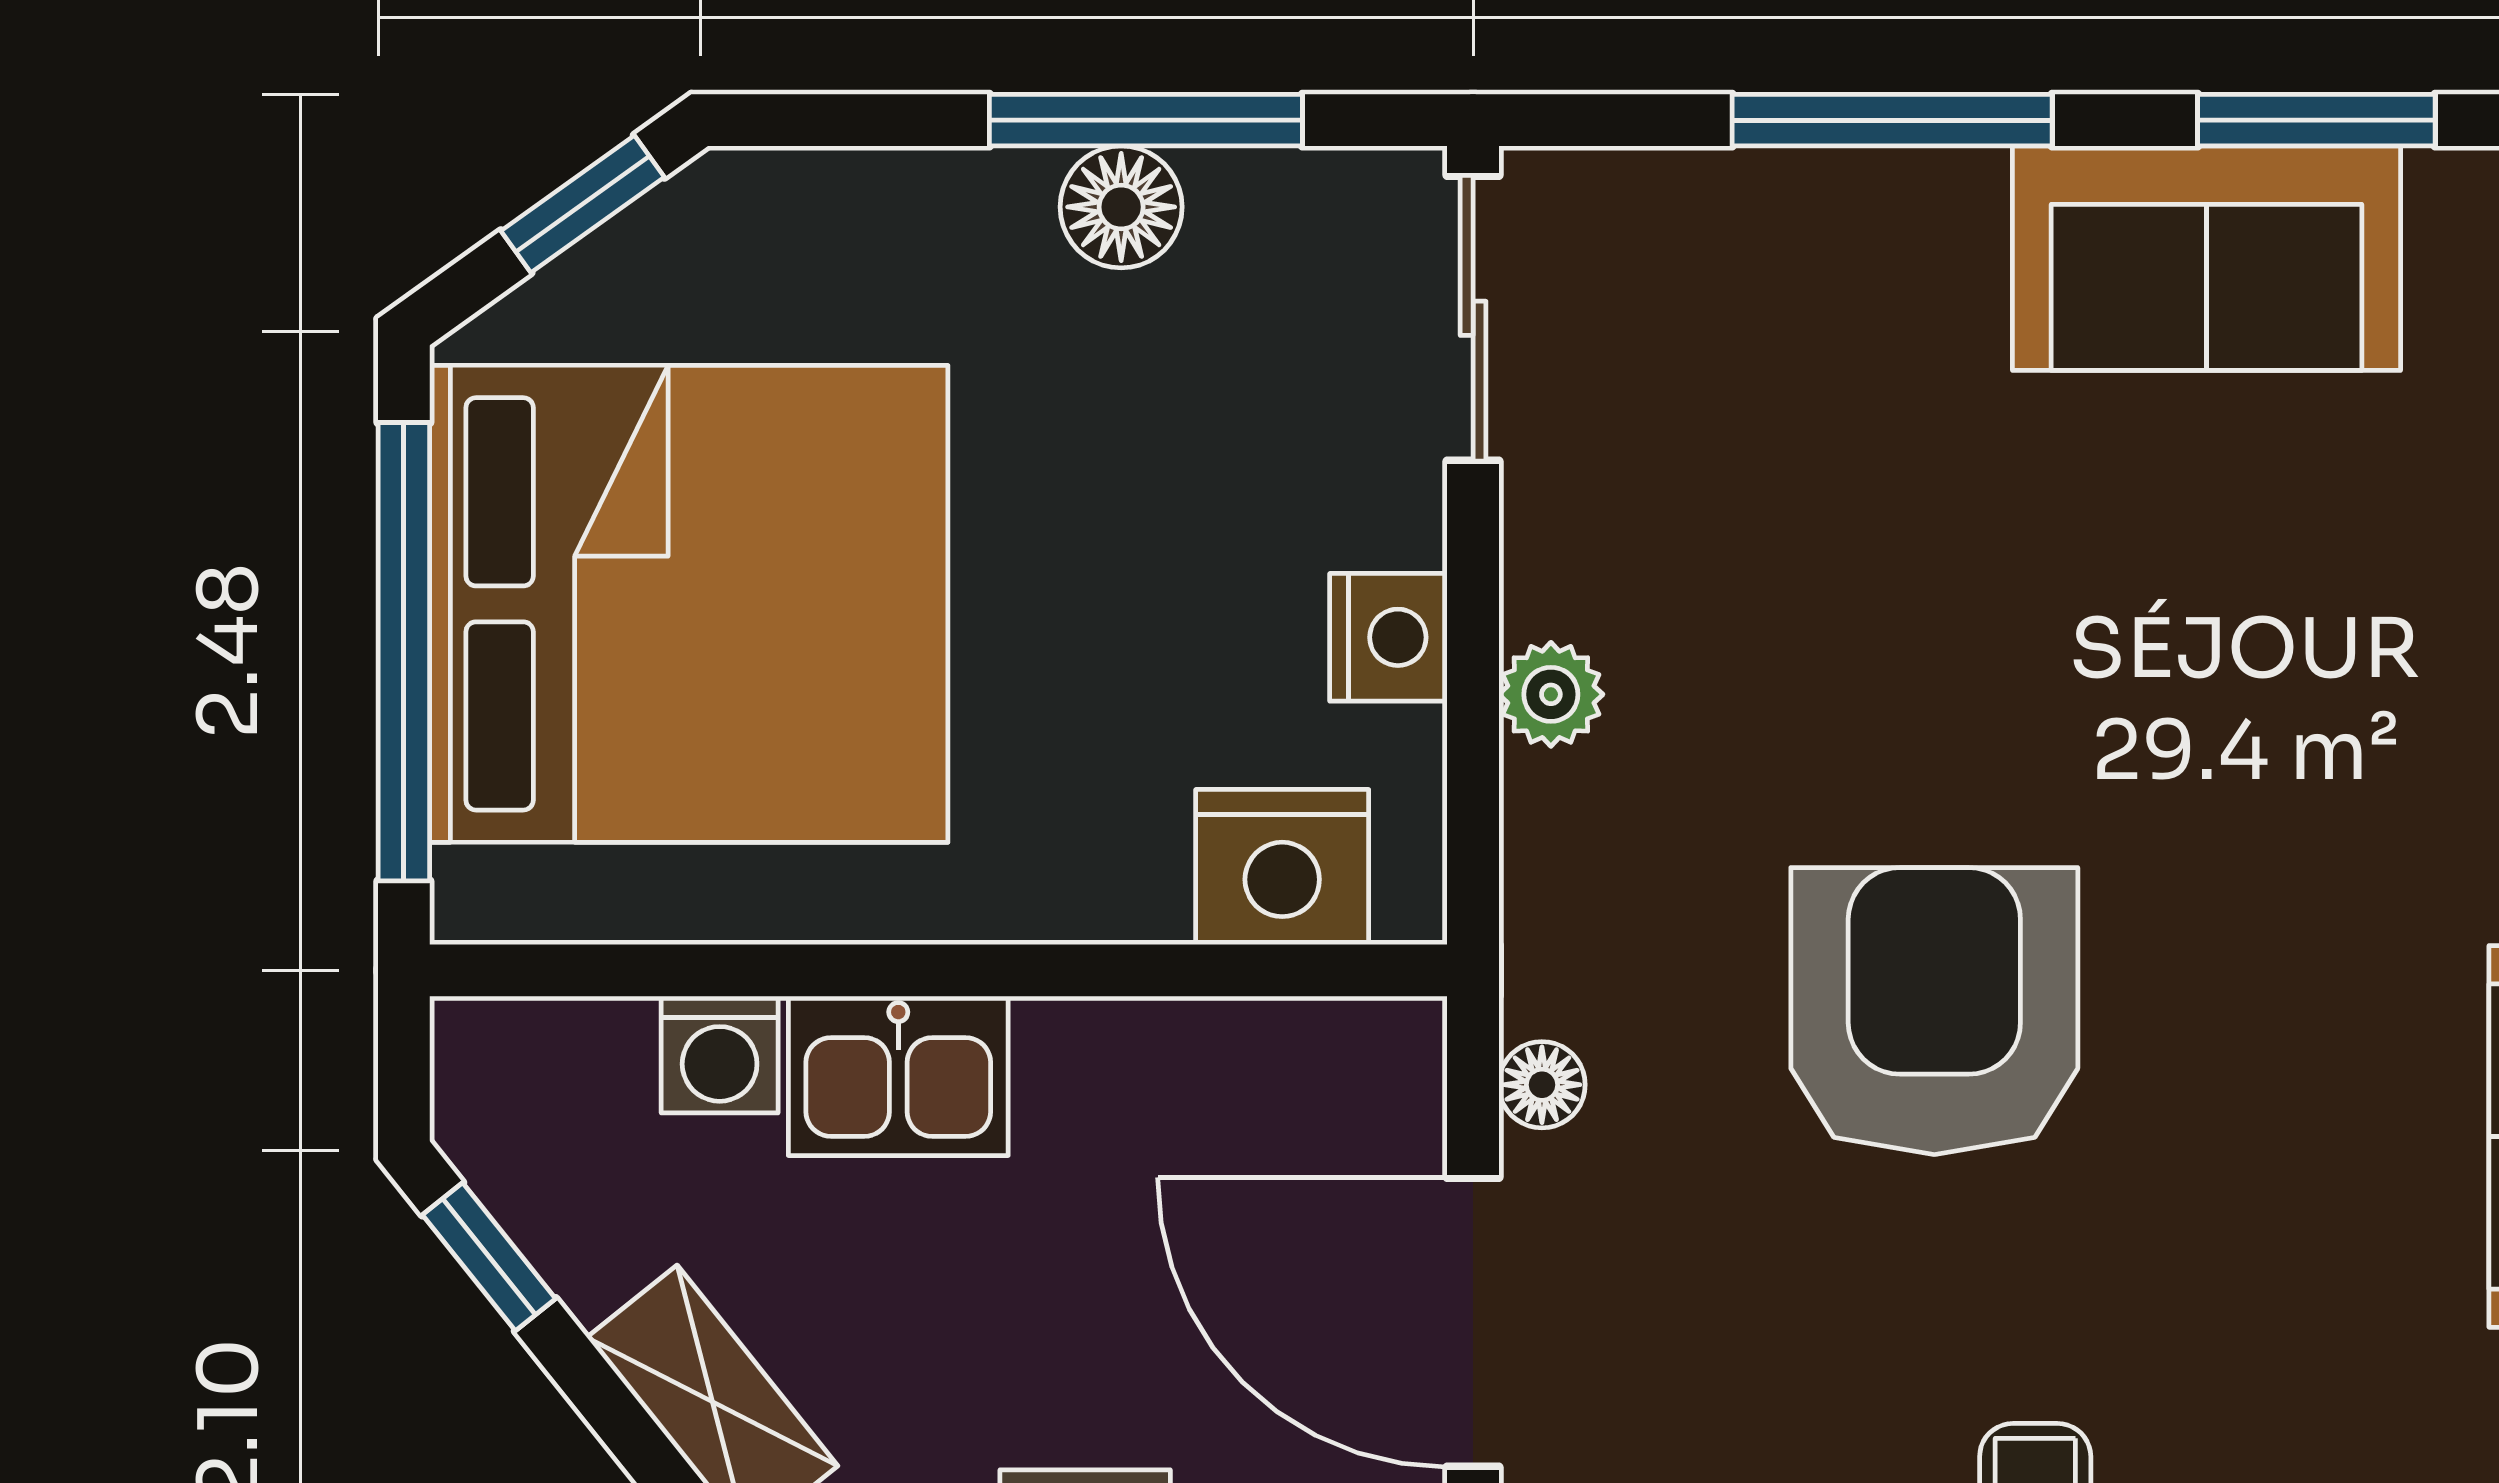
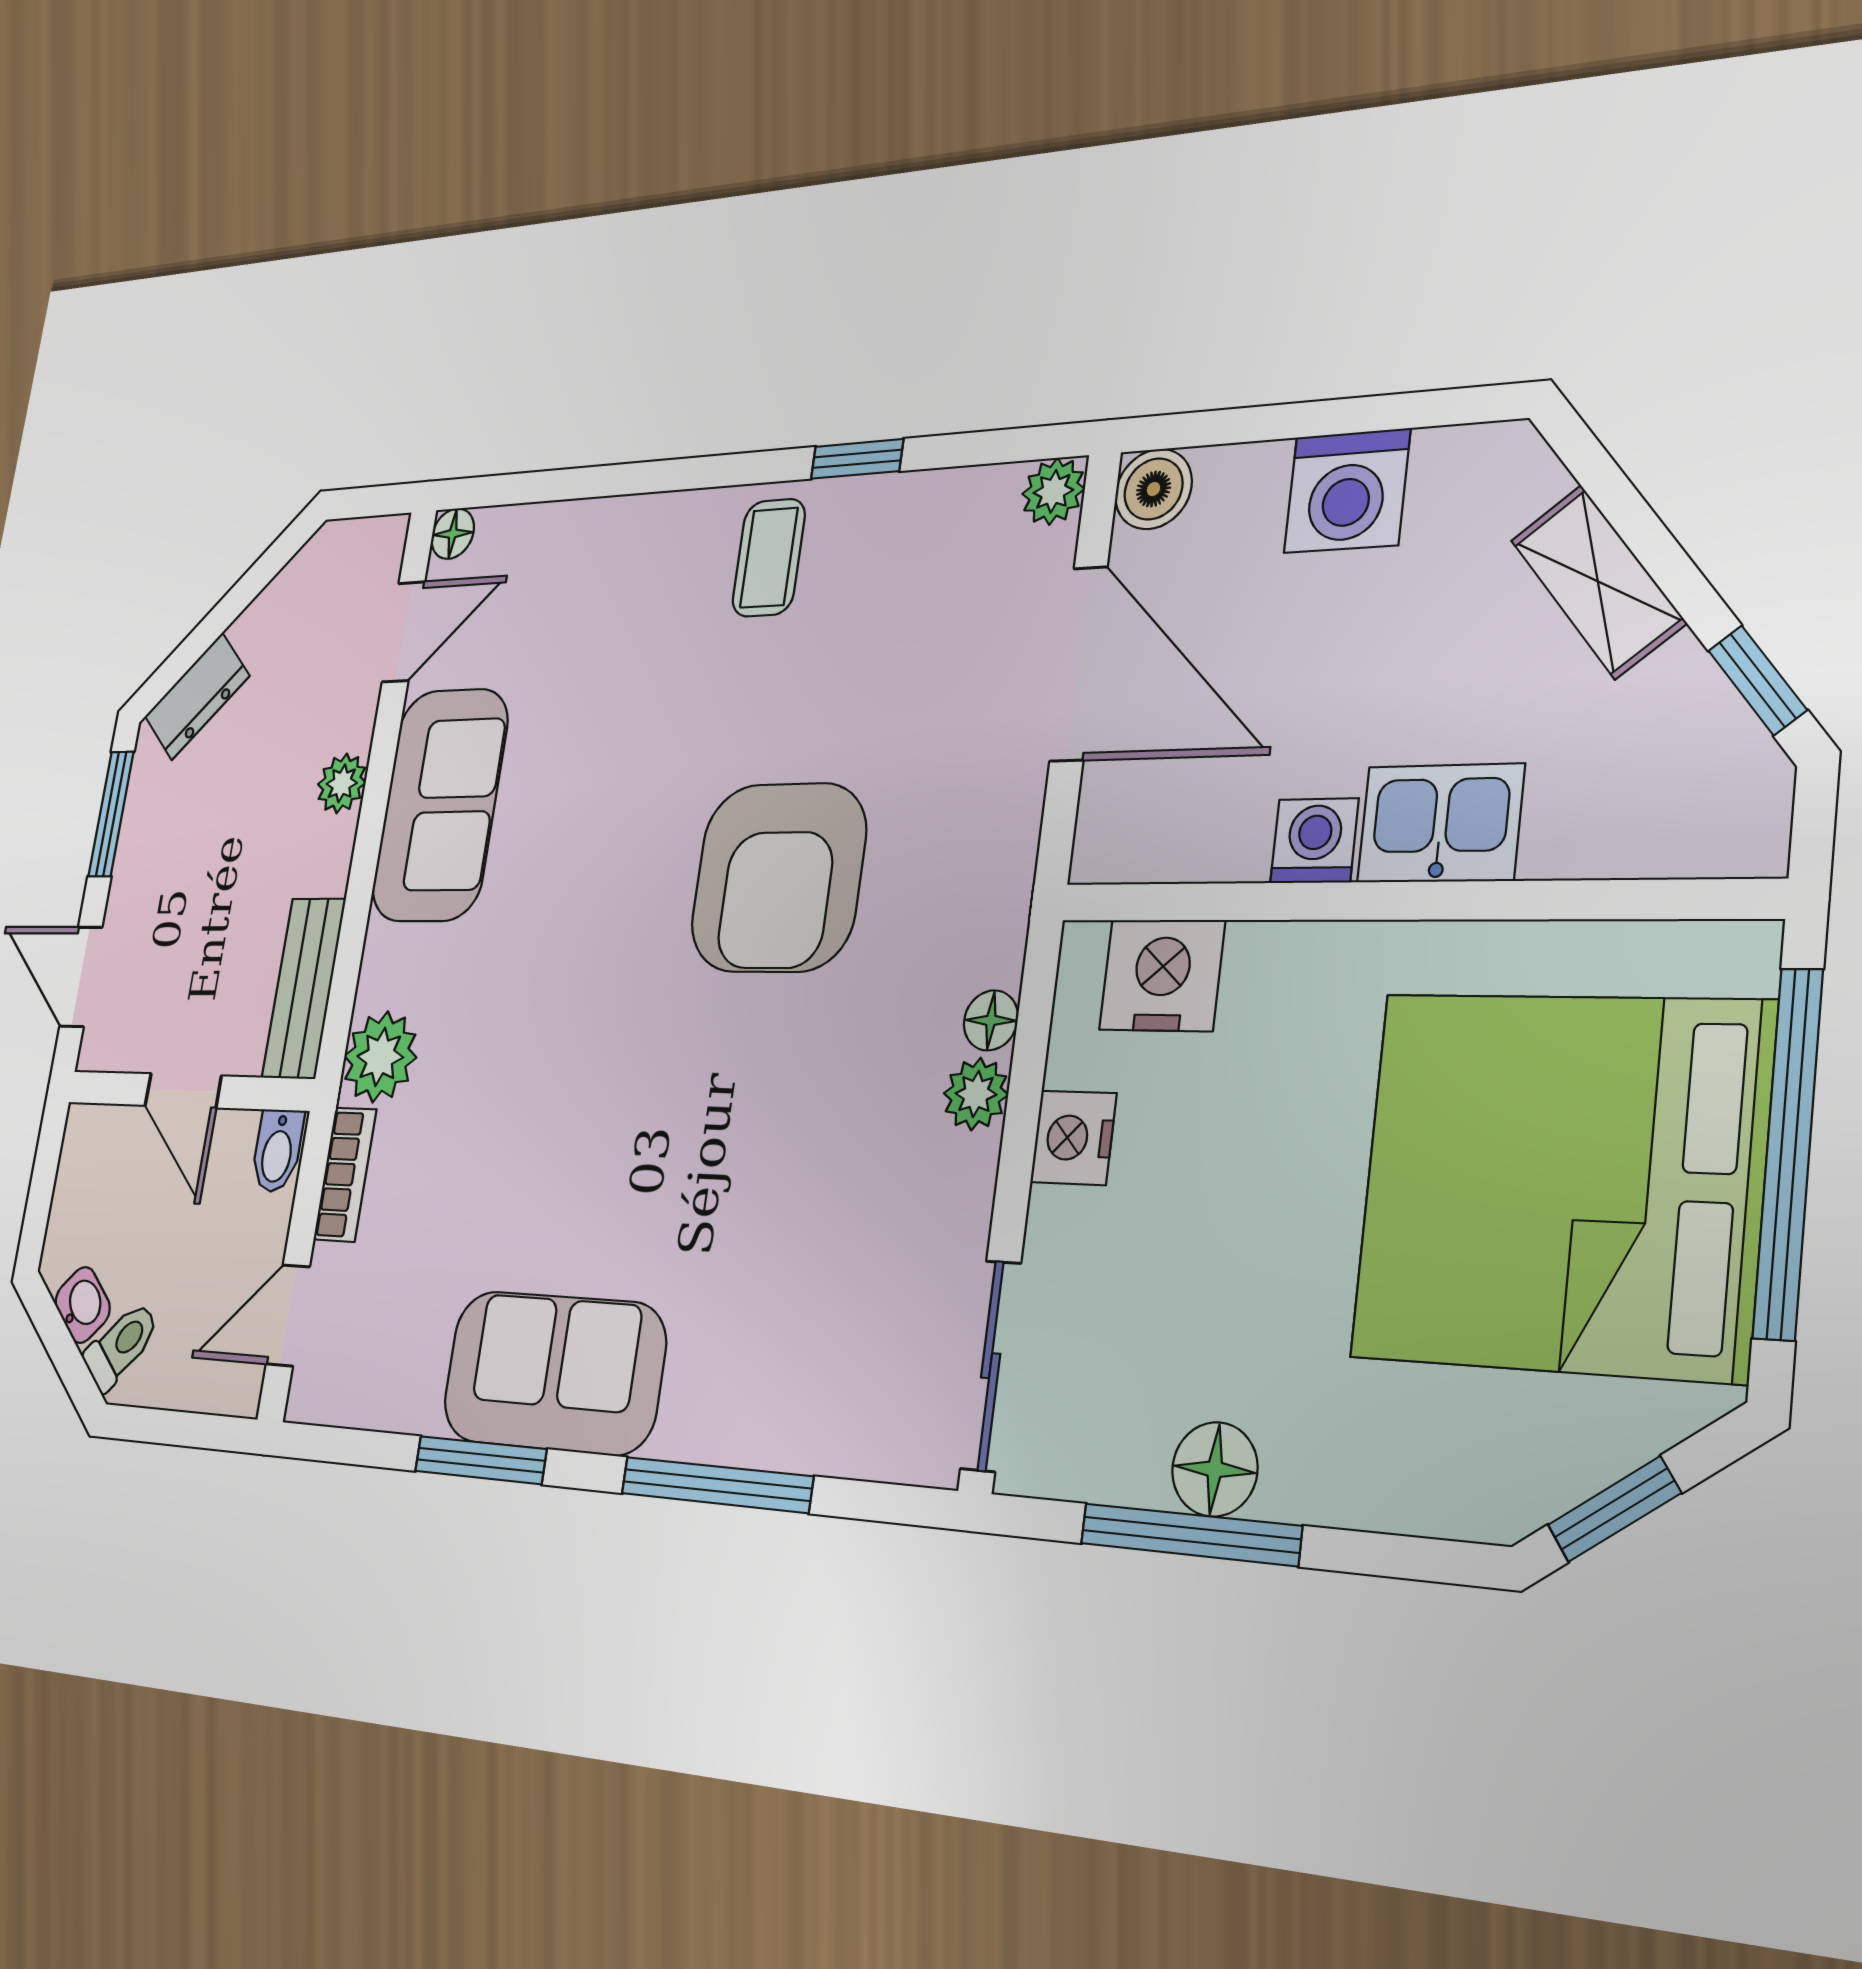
washing machine: (720, 1055) -> (1314, 841), moved
floor lamp: (1542, 1085) -> (991, 1020), moved

